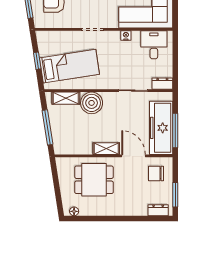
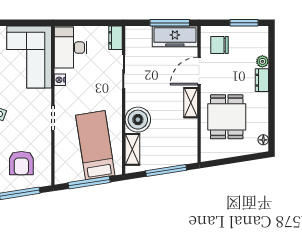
desk: (154, 45) -> (71, 48), width x1.37
window: (37, 61) -> (89, 182), width x2.17
freezer: (161, 128) -> (175, 36), width x0.73, depth x0.79
chair: (156, 173) -> (219, 45), turned 90
dresser: (158, 210) -> (262, 80), moved
plant: (142, 211) -> (262, 61), added

